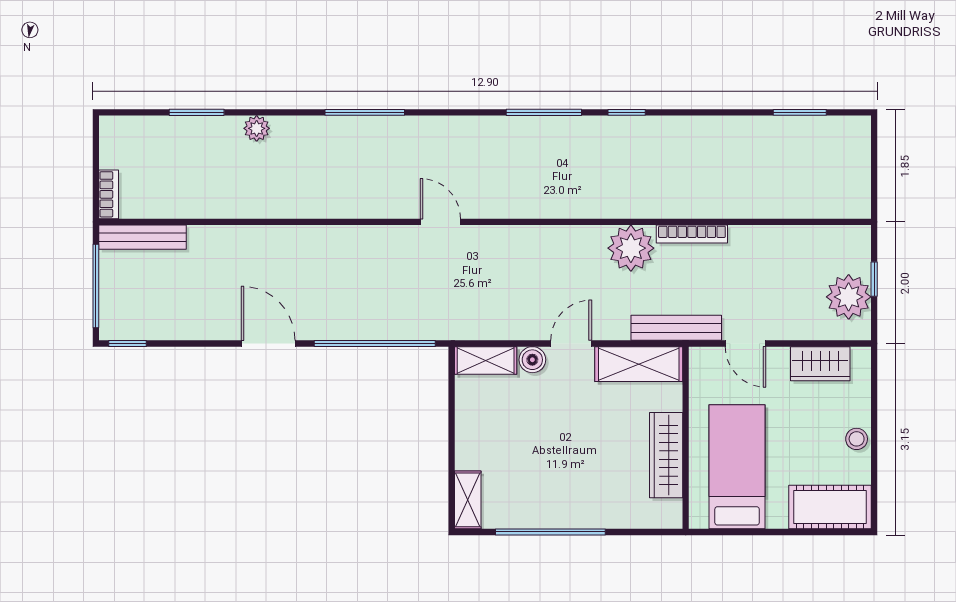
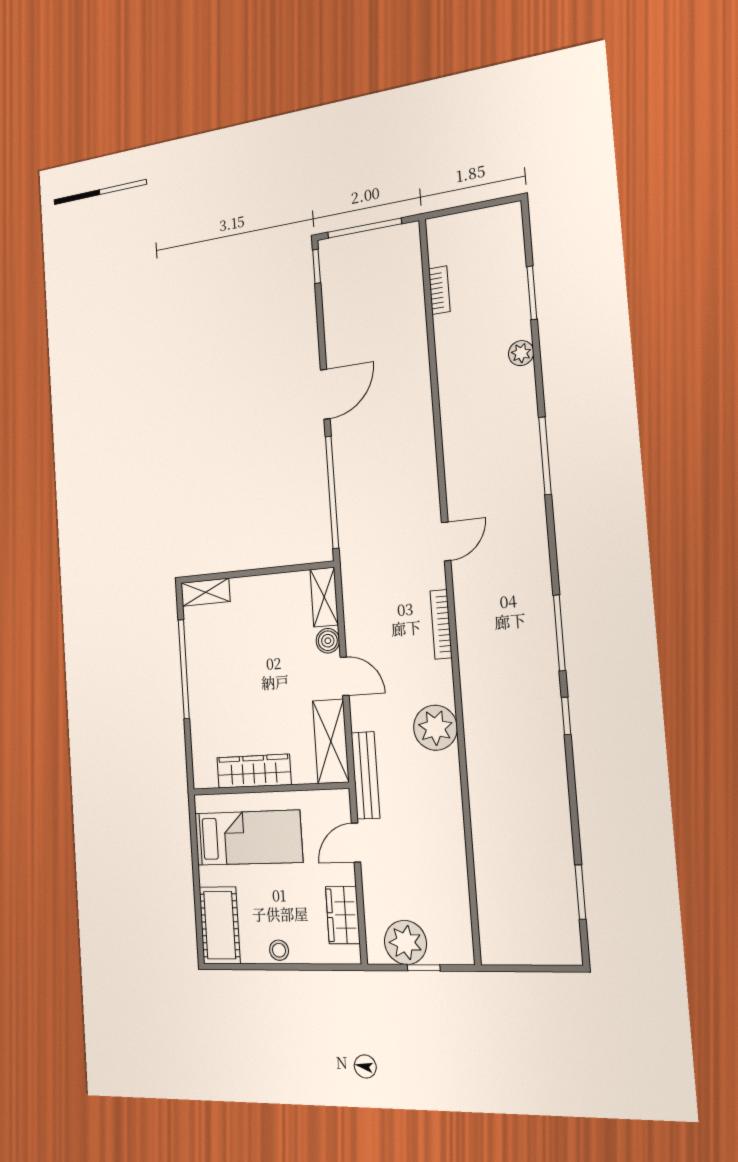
bookcase: (109, 194) -> (439, 290), moved, turned -90
bookcase: (692, 234) -> (441, 624), moved
bench: (142, 237) -> (411, 263), removed

